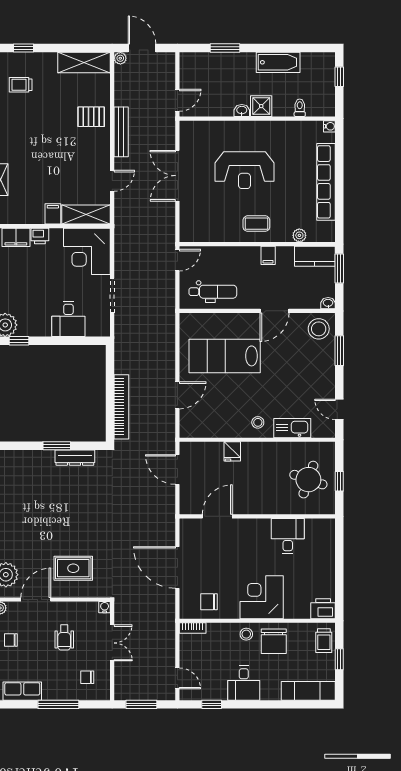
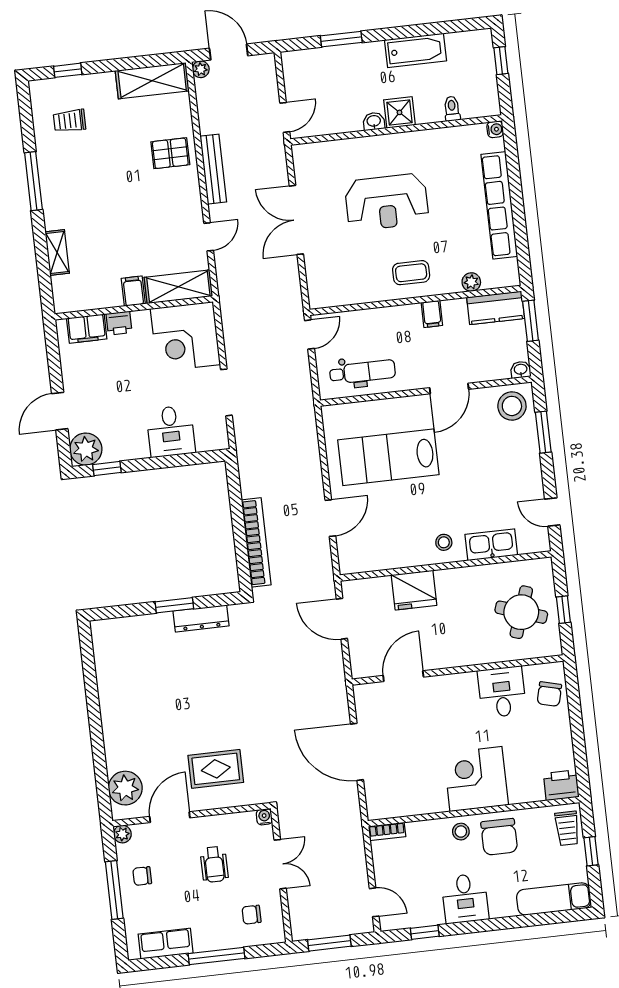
fridge: (232, 451) -> (414, 590), width x1.88, depth x1.34
chair: (209, 602) -> (549, 694), moved, turned -76

